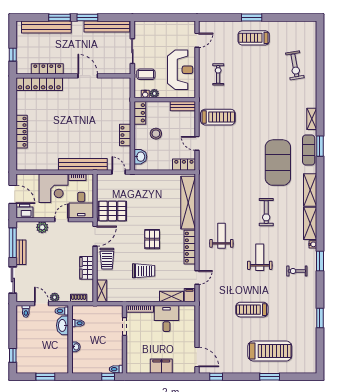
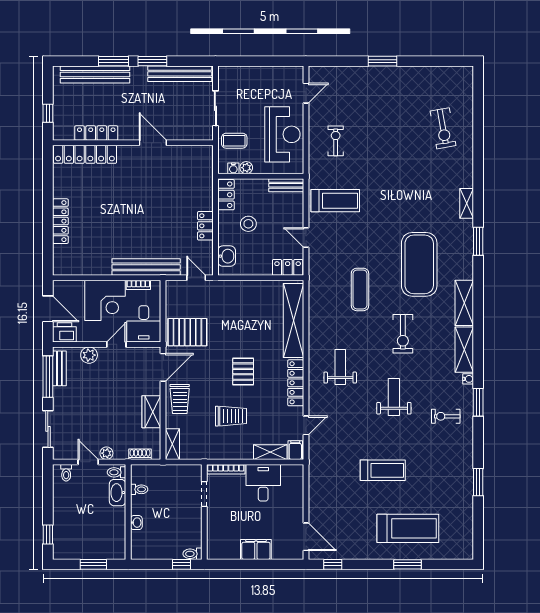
treadmill: (254, 38) -> (385, 90), removed
exercise mat: (309, 150) -> (360, 289), moved
bench: (21, 252) -> (59, 368), moved
treadmill: (252, 310) -> (383, 470), turned 180

